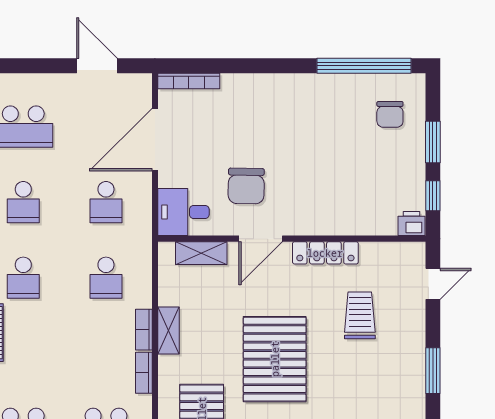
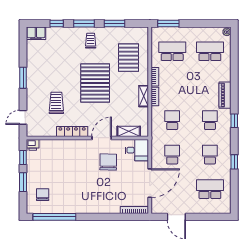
trolley: (360, 315) -> (56, 103), turned 180

